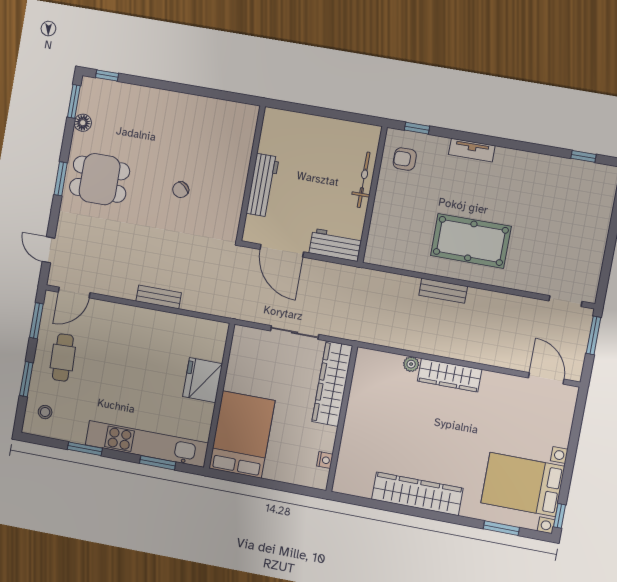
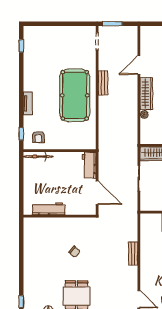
bicycle: (364, 180) -> (38, 157), moved
workbench: (263, 185) -> (49, 209), moved
pool table: (471, 241) -> (75, 95), width x1.36, depth x1.32
door: (282, 251) -> (97, 193), hinge flipped
bench: (443, 291) -> (103, 83), moved
door: (546, 378) -> (139, 65), moved

